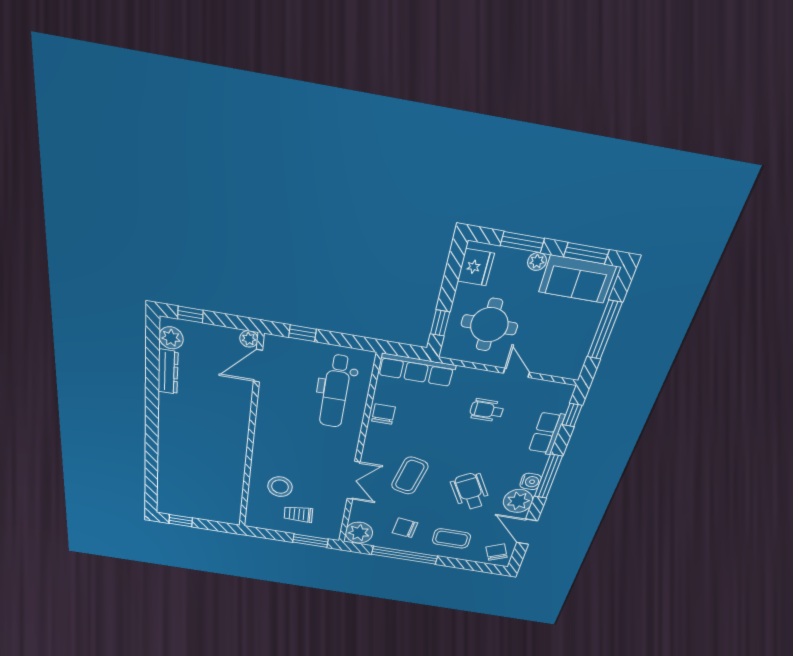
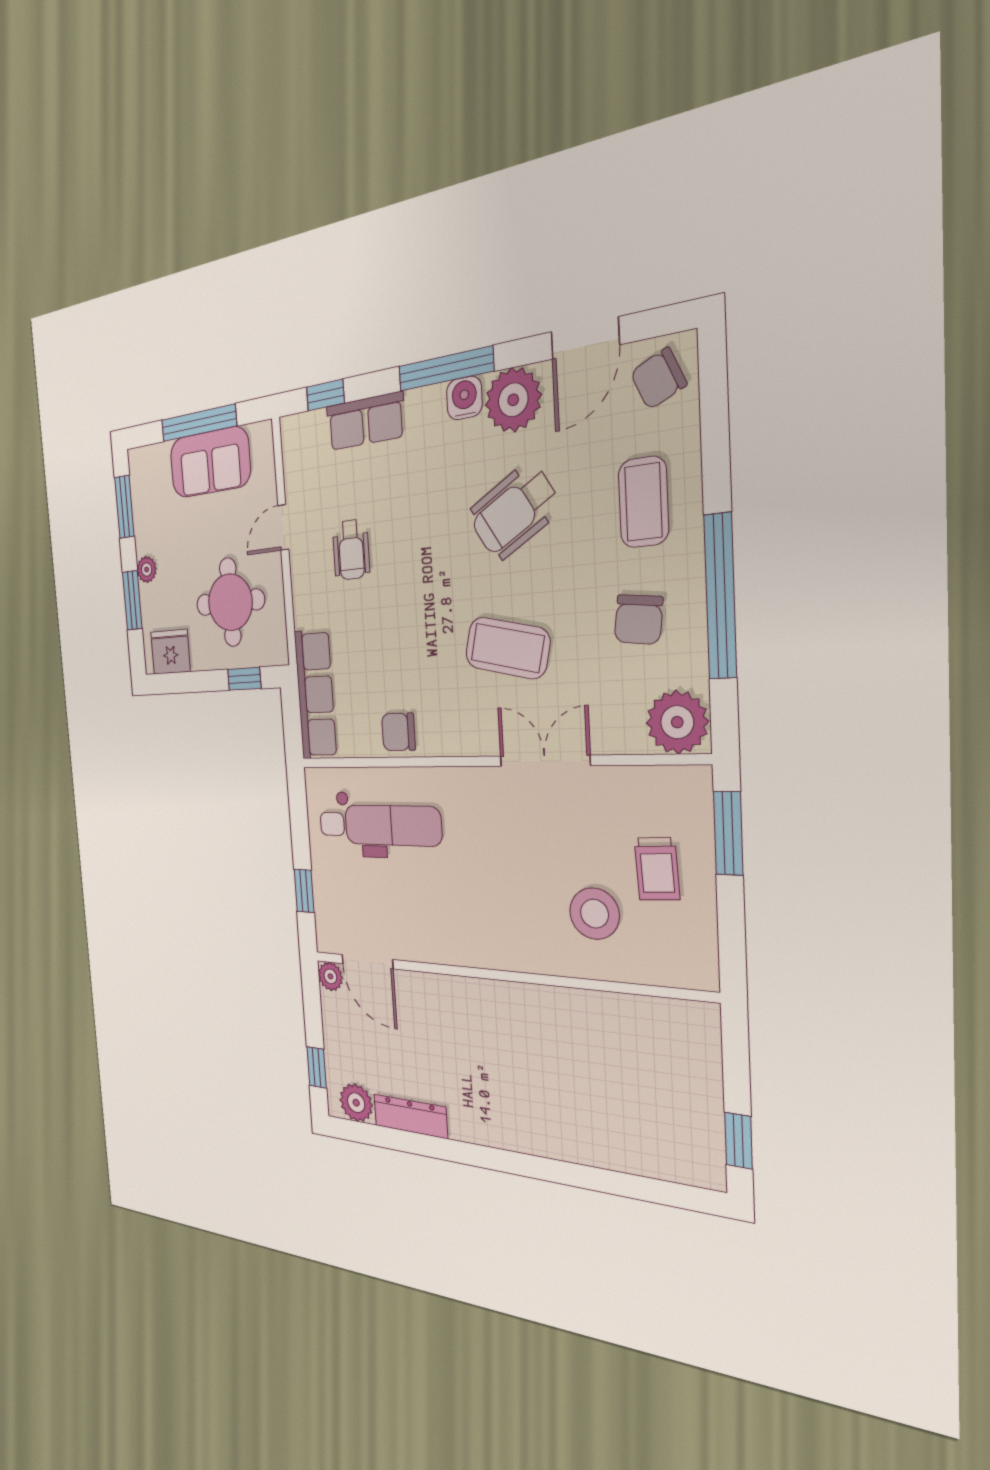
sofa: (577, 279) -> (210, 462), moved, turned 90

